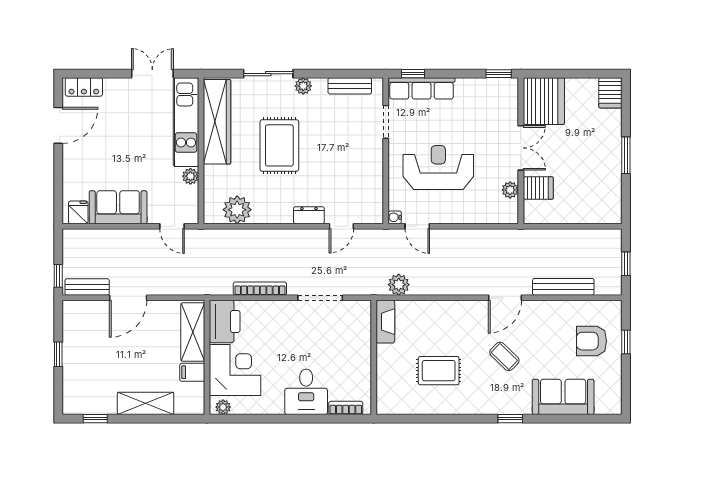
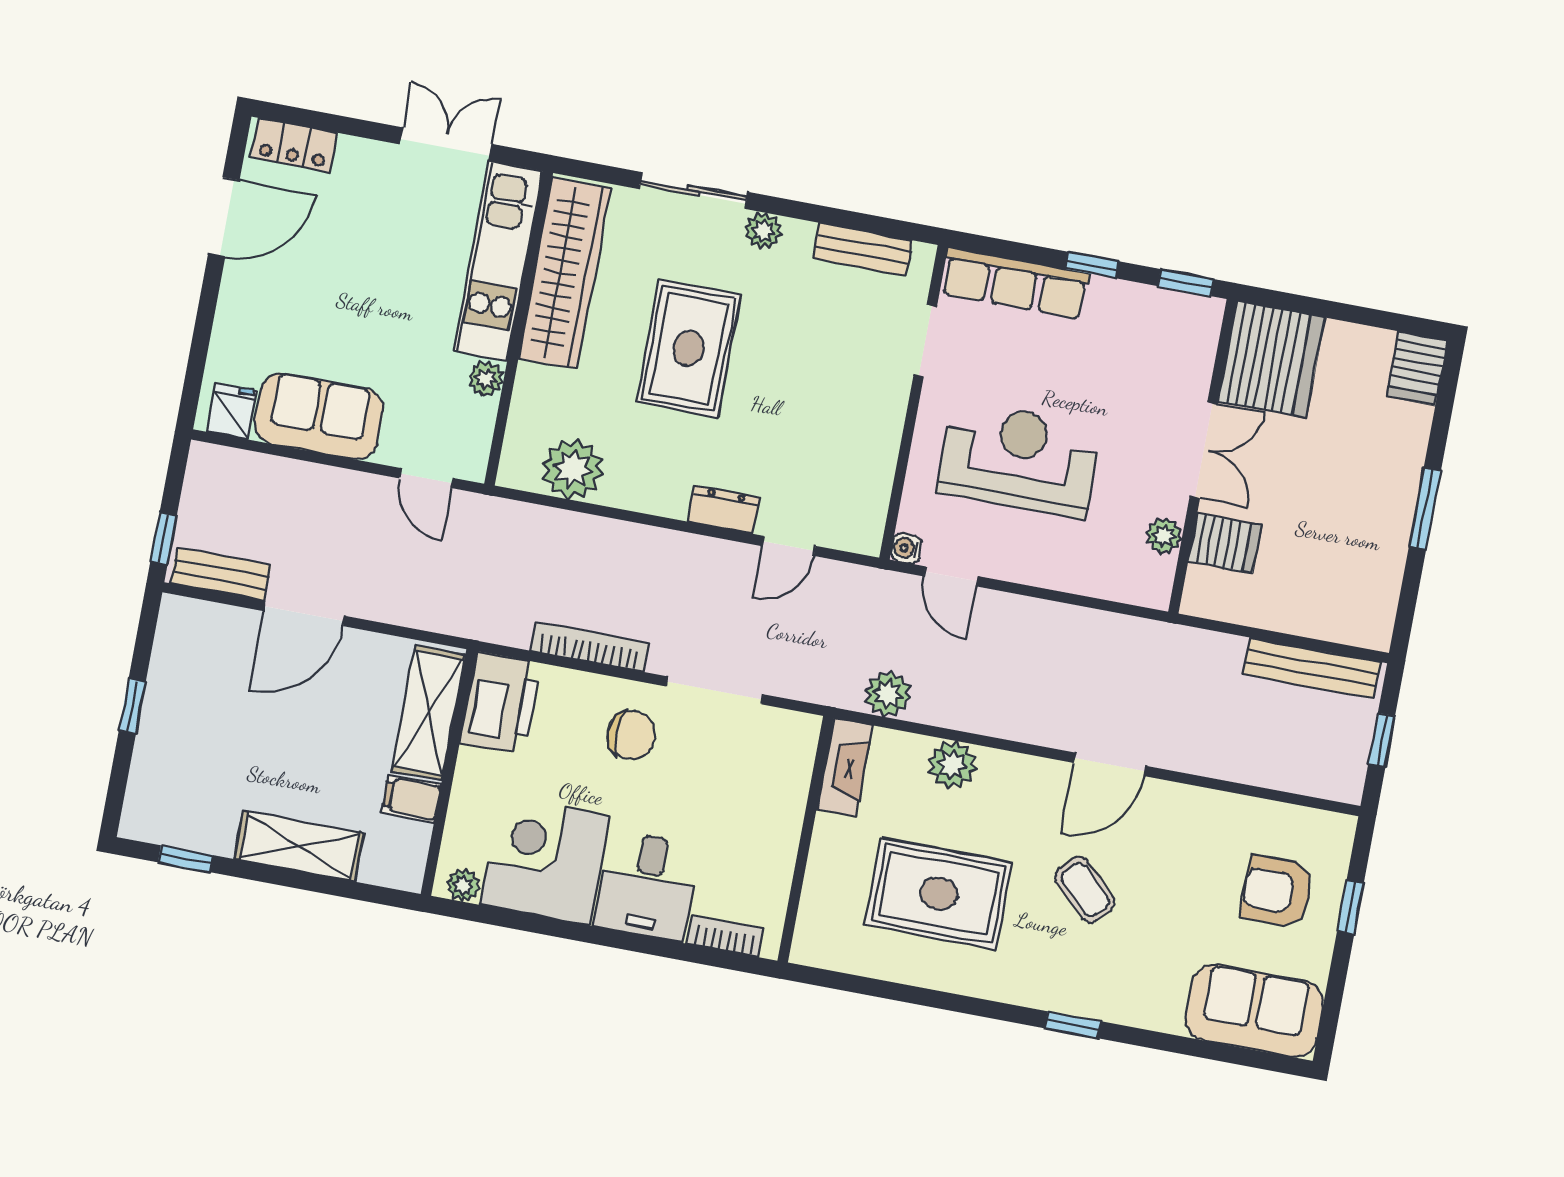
window: (413, 74) -> (1092, 265), moved
bench: (563, 287) -> (1312, 668), moved
plant: (434, 311) -> (952, 765), added
chair: (286, 325) -> (631, 735), added
corner desk: (235, 370) -> (545, 860), moved, turned -90
rug: (439, 371) -> (939, 894), width x1.36, depth x1.43
sofa: (563, 397) -> (1254, 1011), moved

